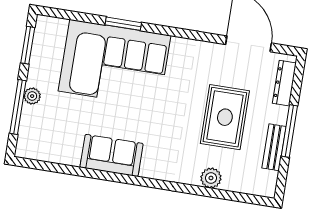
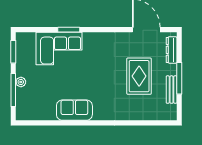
corner sofa: (115, 63) -> (59, 48), width x0.73, depth x0.74
plant: (211, 178) -> (136, 114), removed

